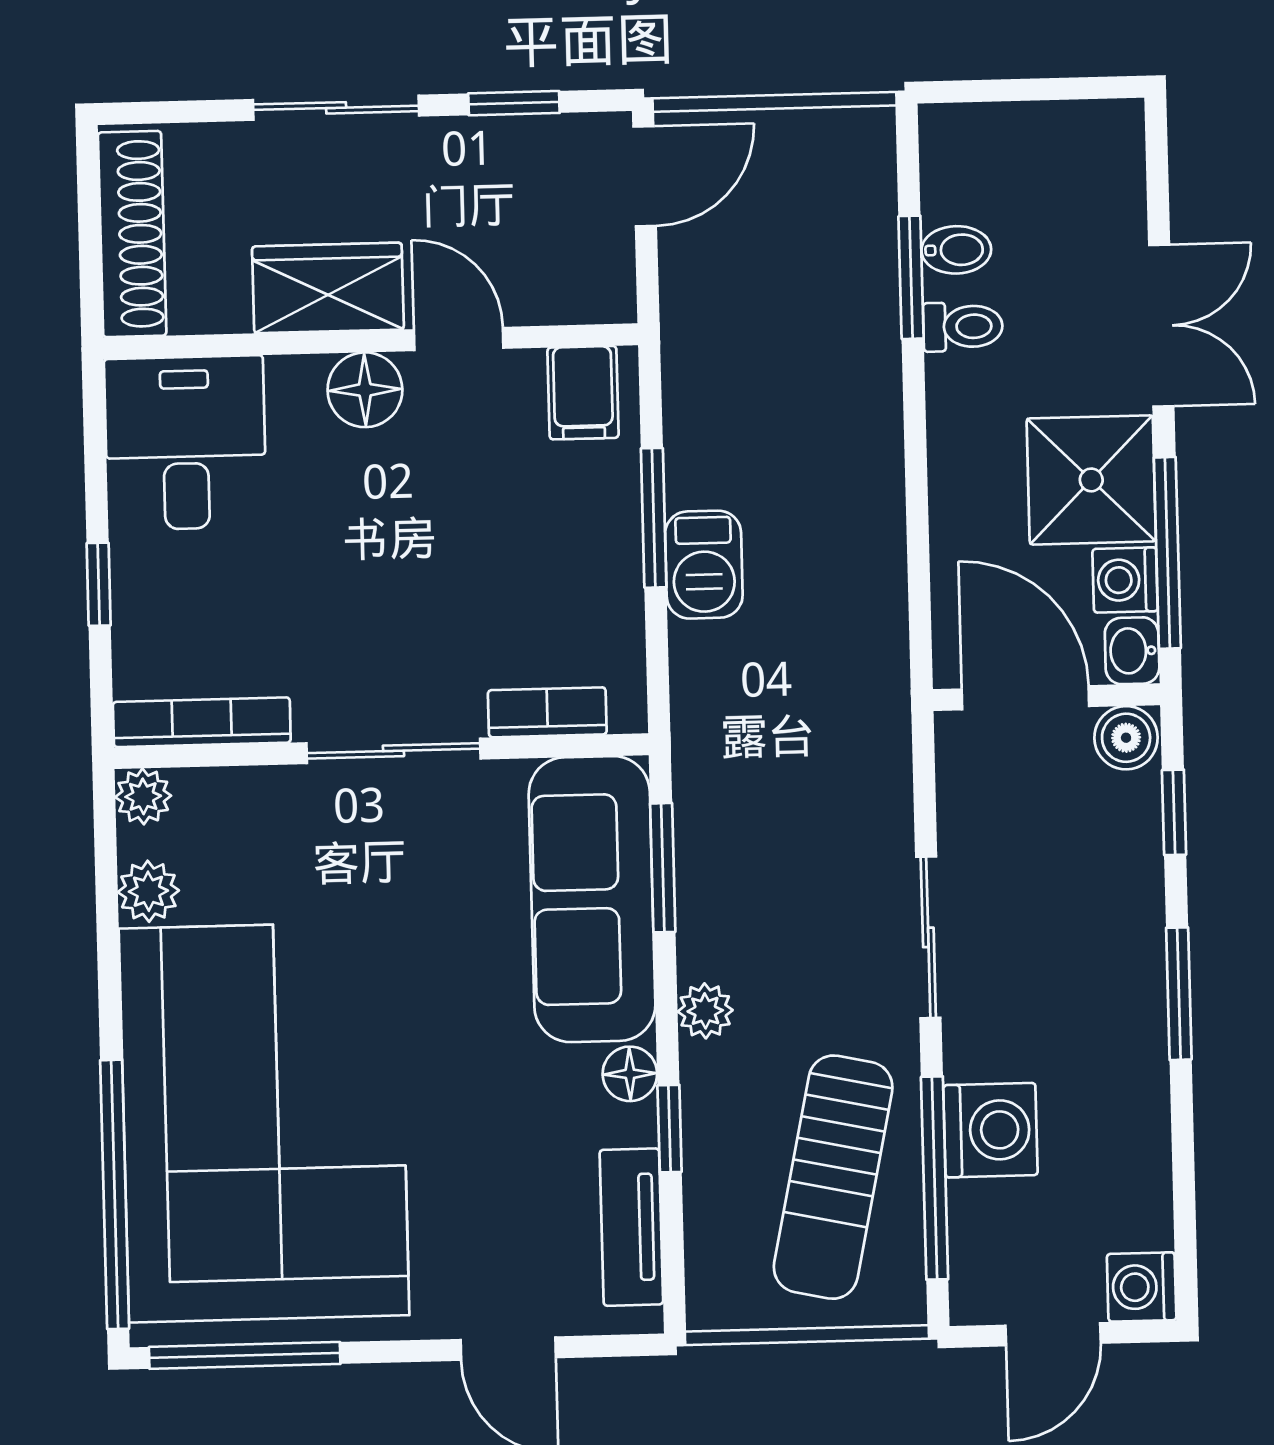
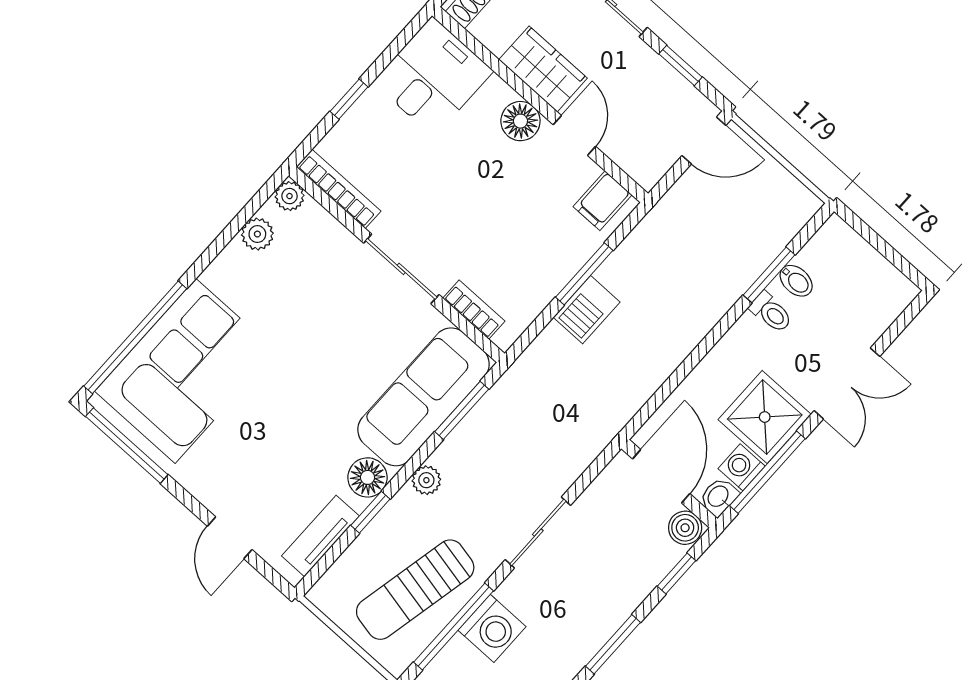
floor lamp: (630, 1074) -> (368, 477), width x1.37, depth x1.37
corner sofa: (264, 1122) -> (186, 371), width x0.73, depth x0.74

